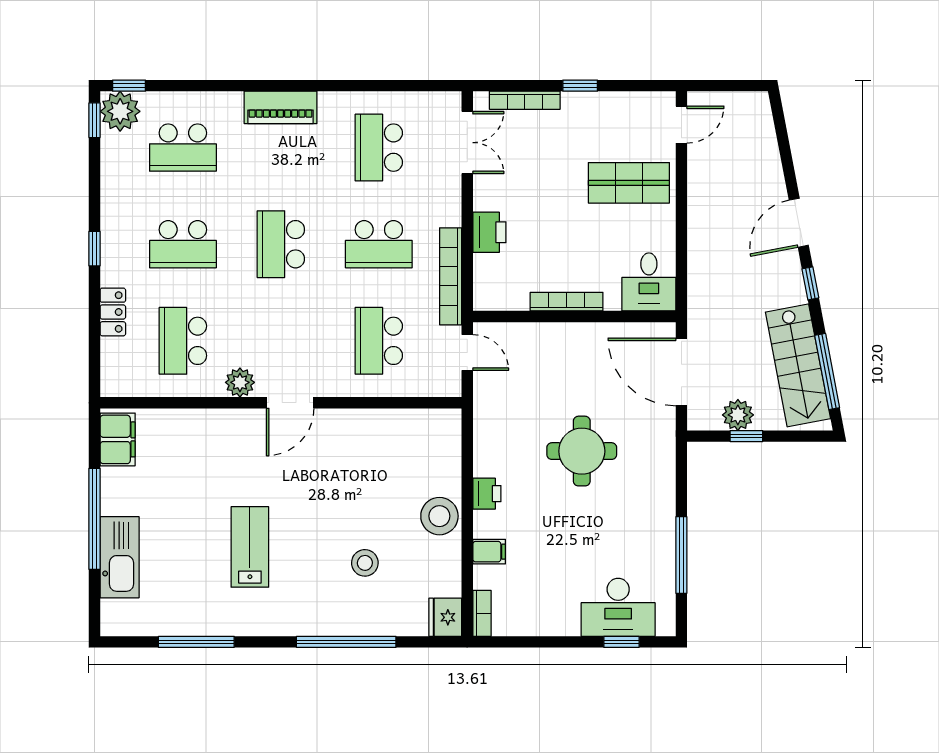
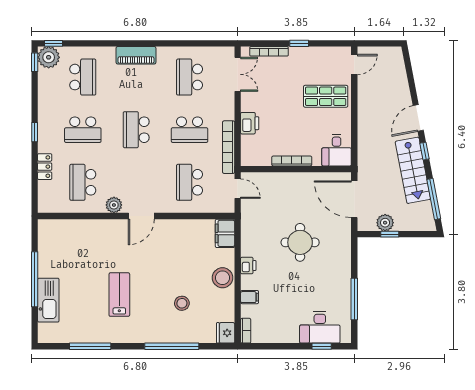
school desk: (183, 148) -> (83, 77), turned -90
stairs: (798, 365) -> (413, 170), moved
filing cabinet: (118, 439) -> (225, 233), moved, turned 180

